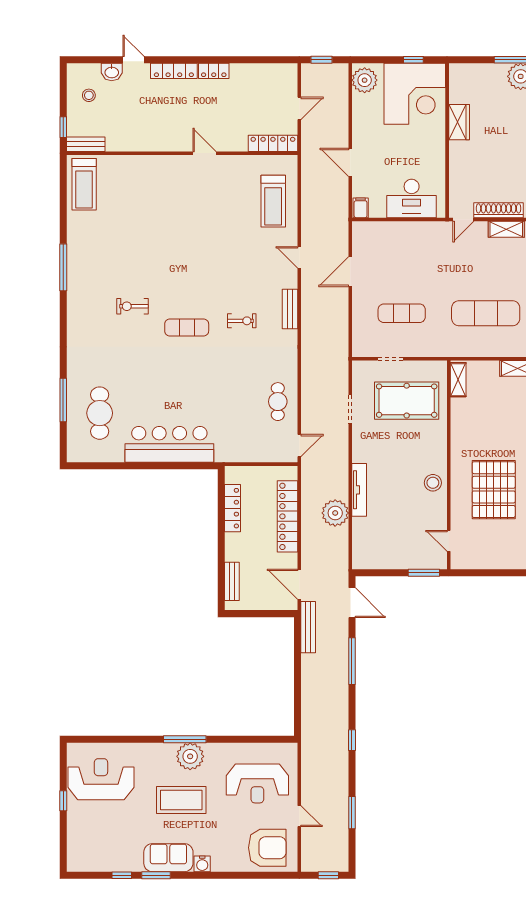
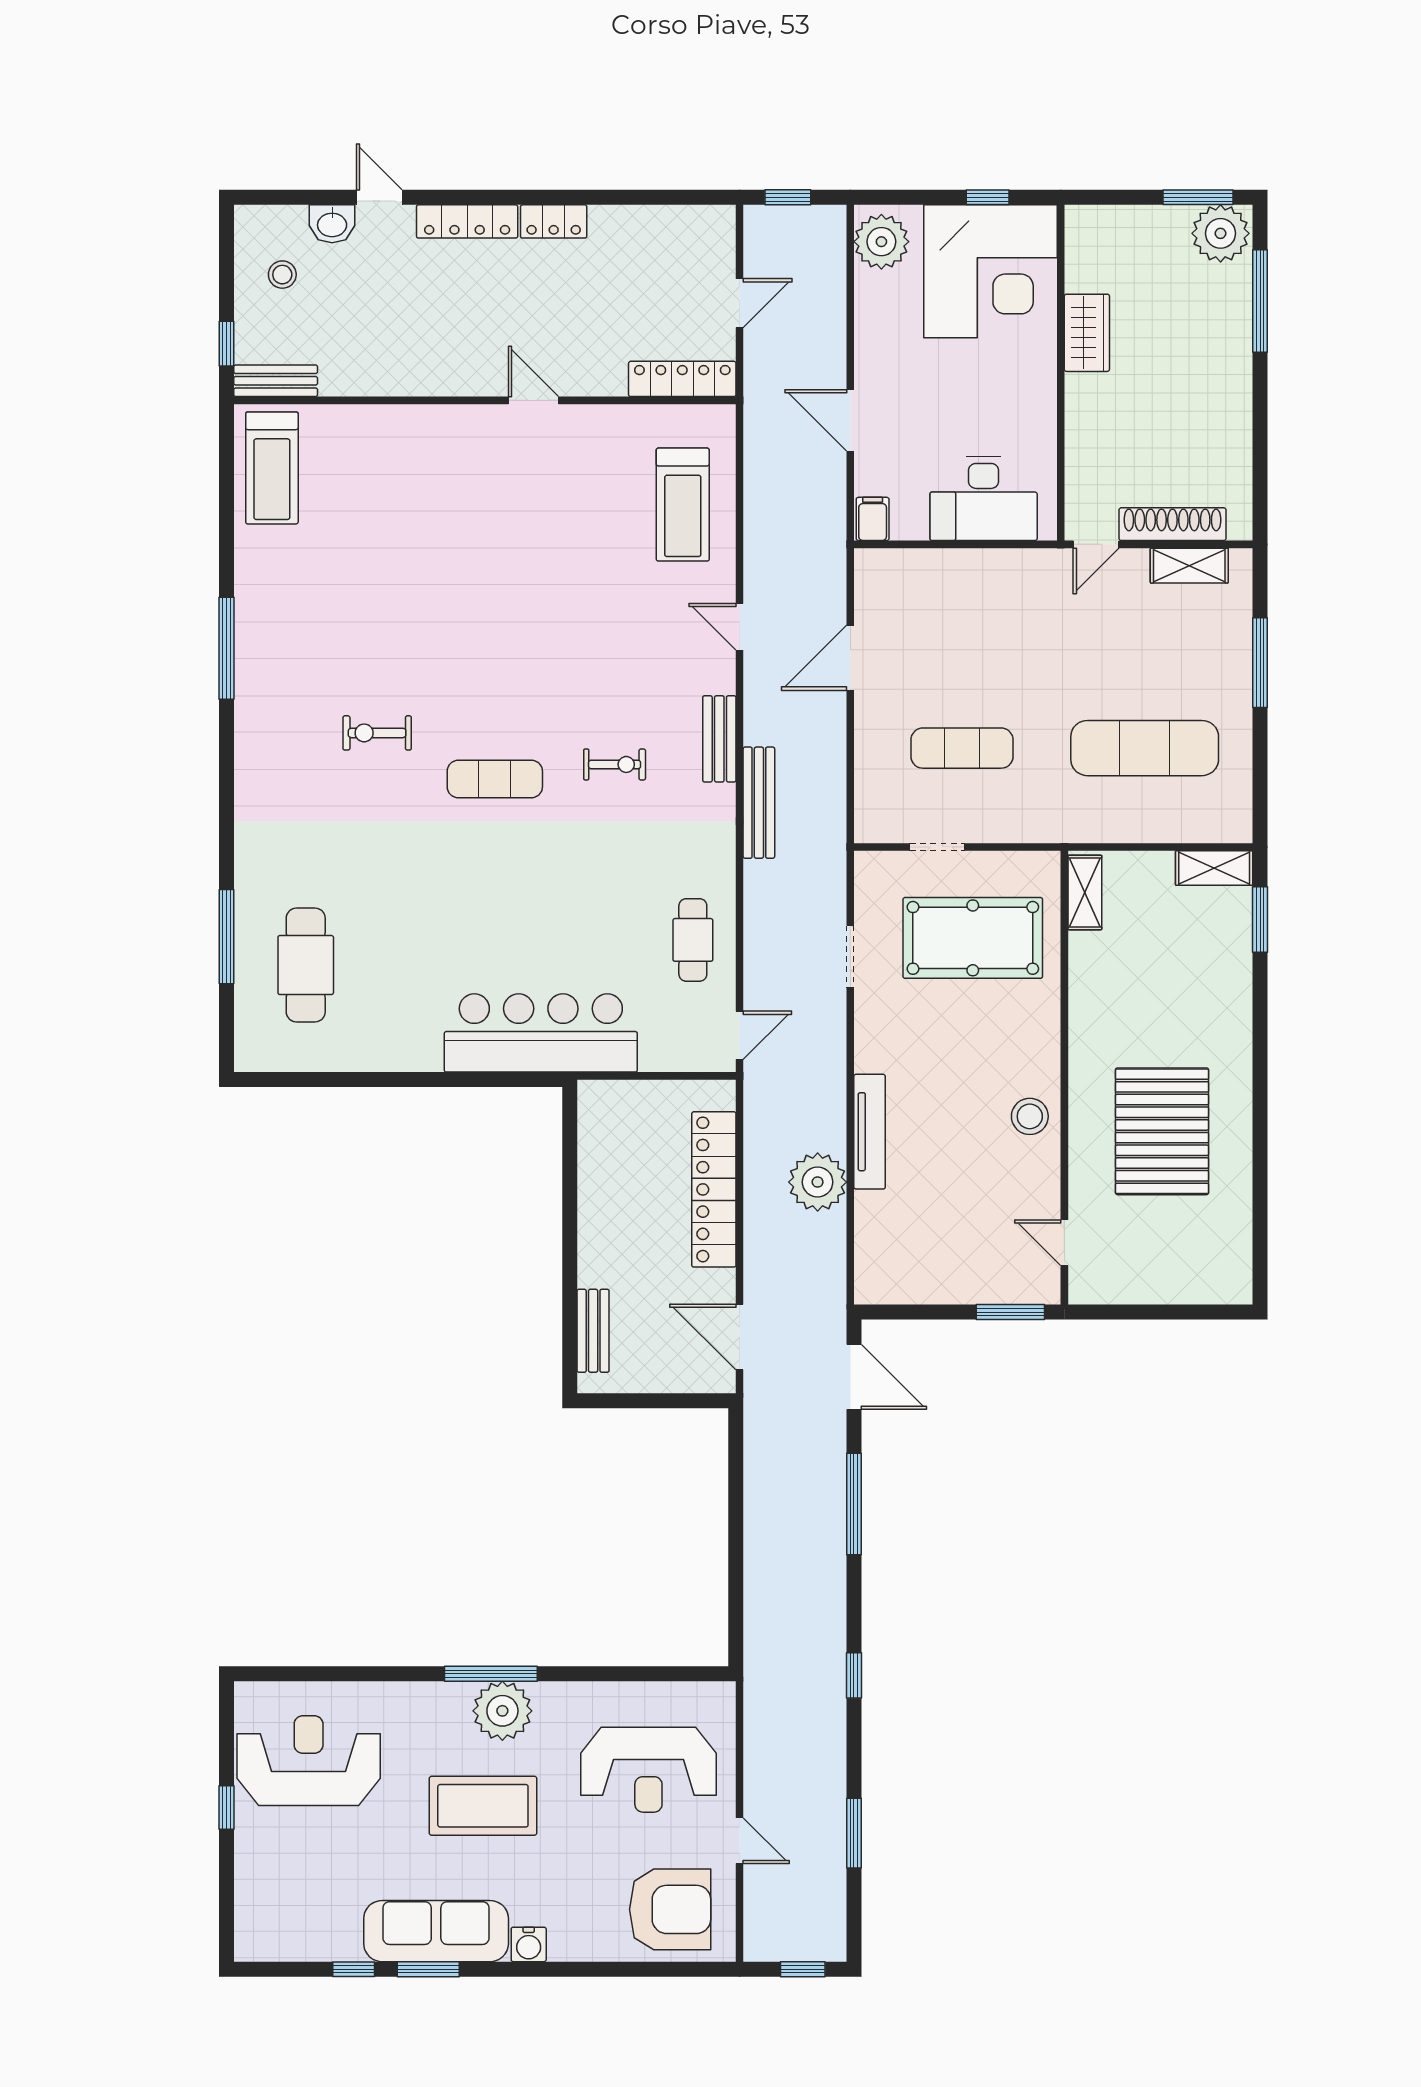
bar counter: (169, 444) -> (541, 1033), moved
locker: (232, 508) -> (594, 1172), removed
bench: (308, 627) -> (759, 803), moved
sofa: (168, 858) -> (436, 1931), width x1.36

